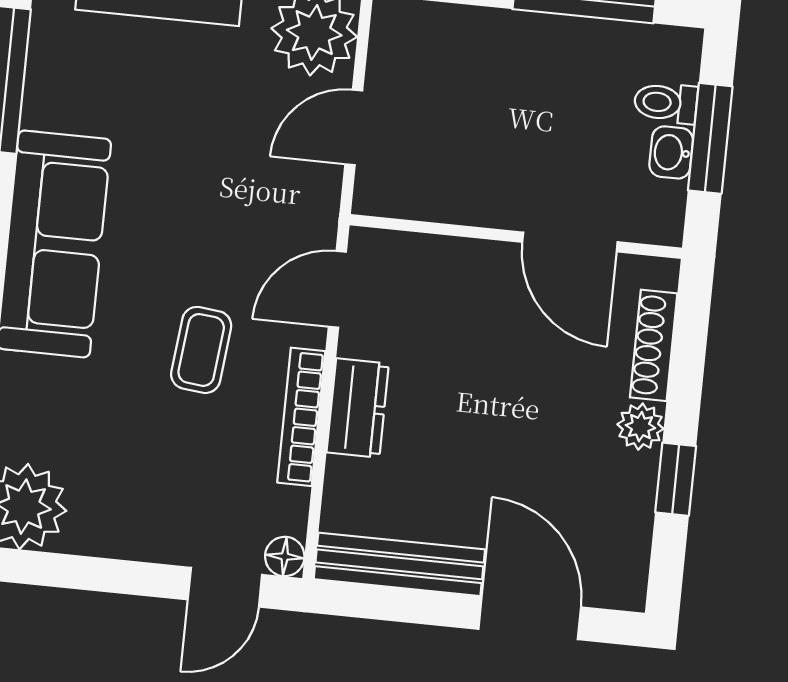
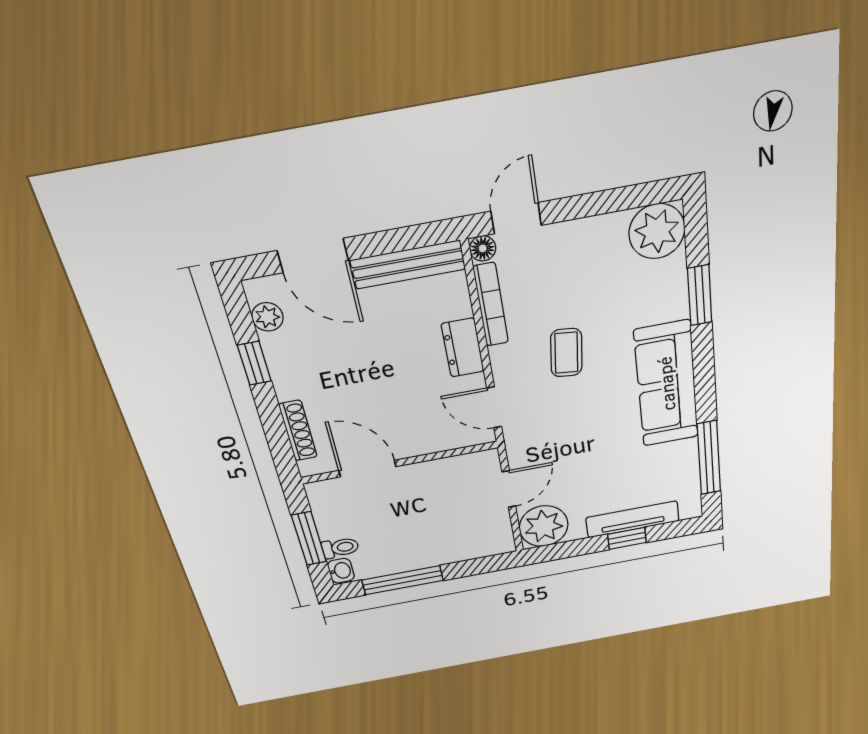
washbasin: (671, 152) -> (341, 571), moved
door: (337, 289) -> (494, 407), swing flipped
bookcase: (301, 417) -> (491, 305), moved
plant: (640, 427) -> (267, 317), moved

